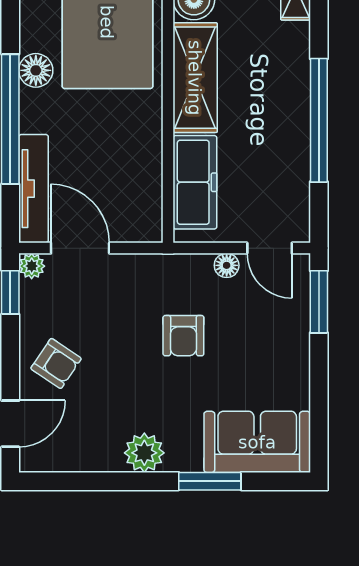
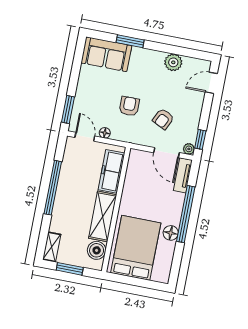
tv unit: (34, 189) -> (183, 175), width x0.71
armchair: (56, 363) -> (163, 119), moved, turned -98
plant: (144, 453) -> (173, 62), moved

